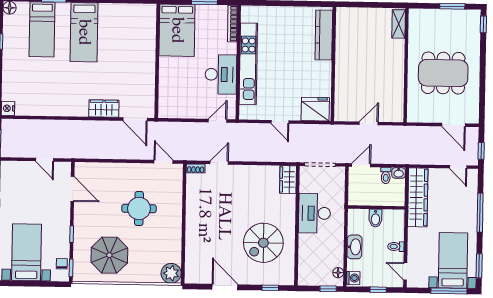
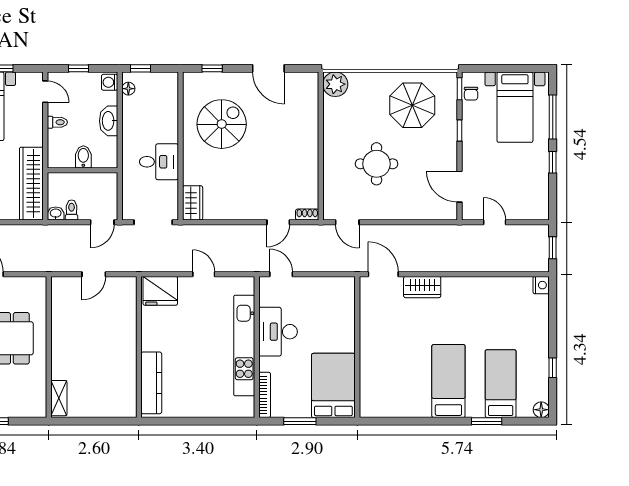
door: (218, 121) -> (281, 274), swing flipped
desk: (315, 213) -> (159, 162), width x0.73

